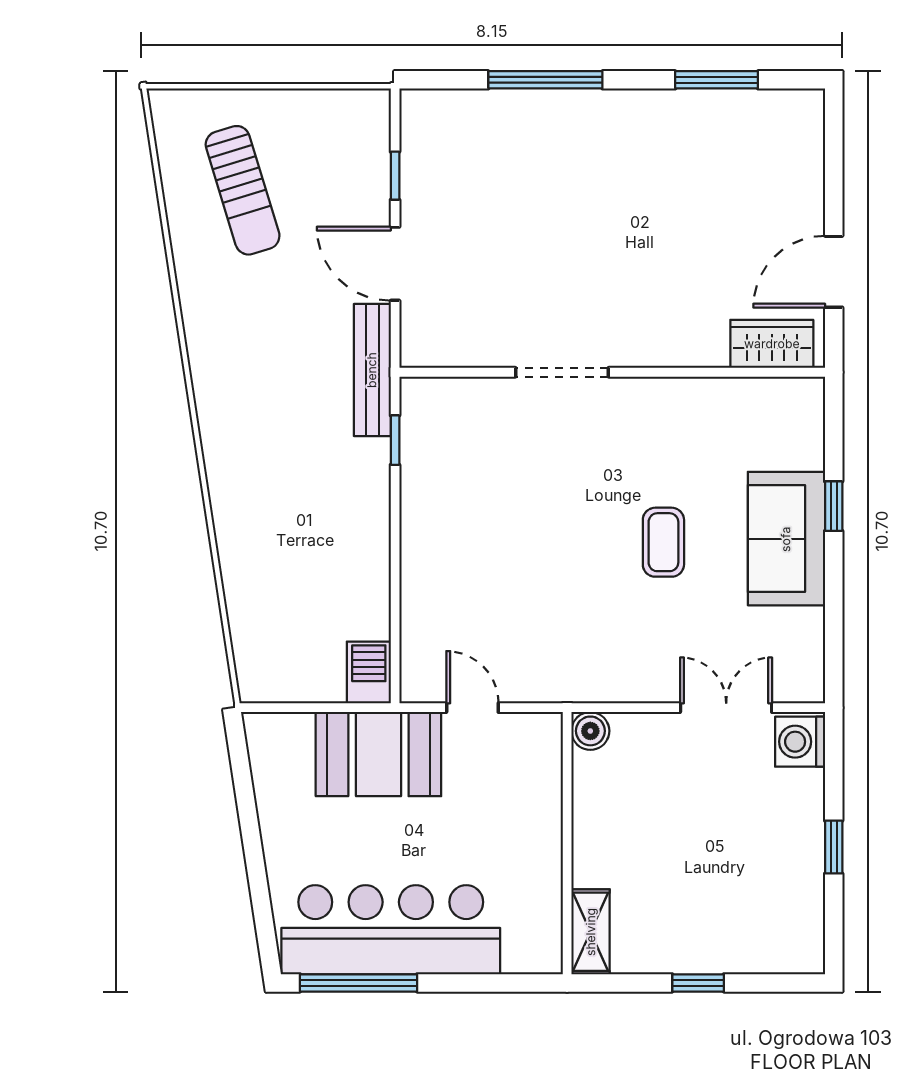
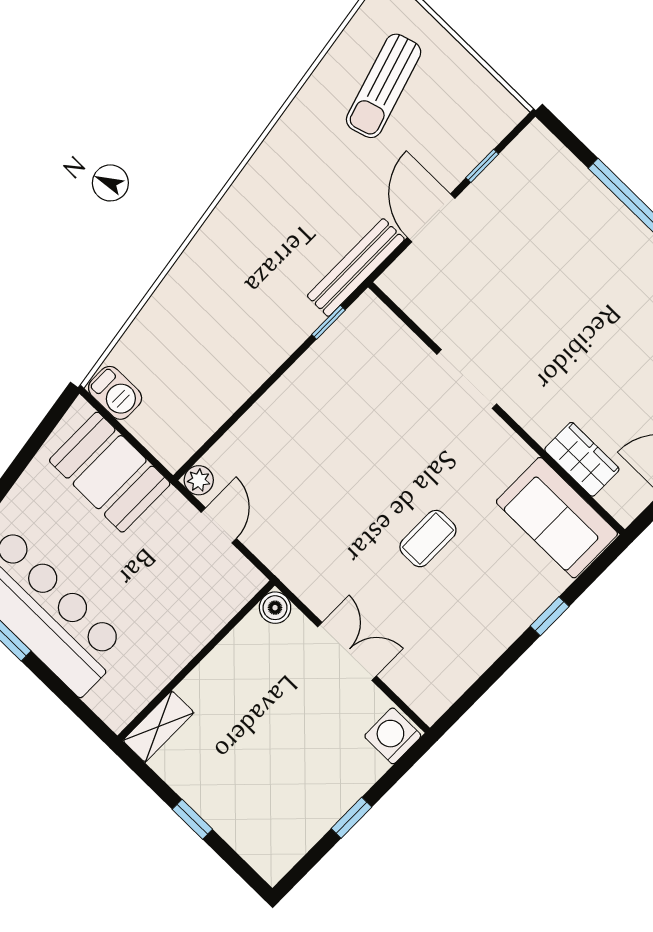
wardrobe: (772, 344) -> (582, 459), moved
sofa: (786, 539) -> (557, 518), moved, turned -90
barbecue: (369, 672) -> (115, 393), moved, turned 90
plant: (417, 686) -> (199, 480), added
double door: (726, 708) -> (347, 651), moved
booth: (378, 754) -> (110, 472), moved

